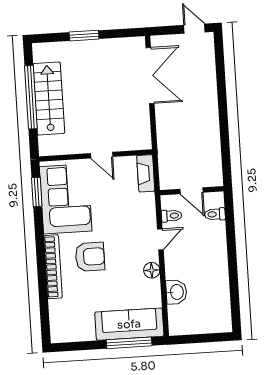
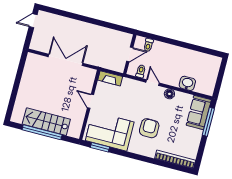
window: (84, 36) -> (16, 88), removed
double door: (150, 76) -> (65, 60), moved
door: (102, 155) -> (91, 101), swing flipped
bookcase: (53, 267) -> (175, 159), moved
sofa: (129, 324) -> (199, 112), width x0.73

